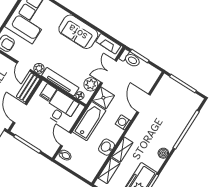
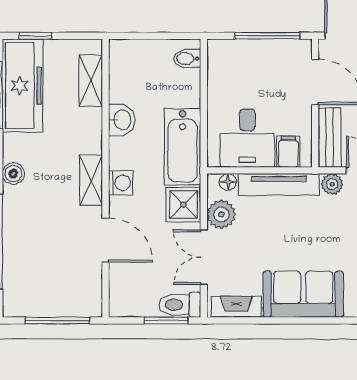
double door: (109, 72) -> (204, 257), swing flipped
door: (66, 139) -> (204, 88), removed
shelving: (122, 150) -> (91, 180), moved

